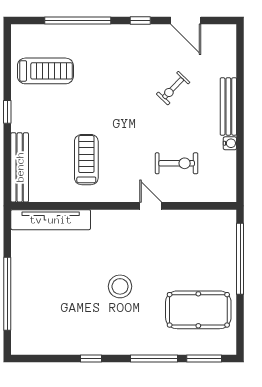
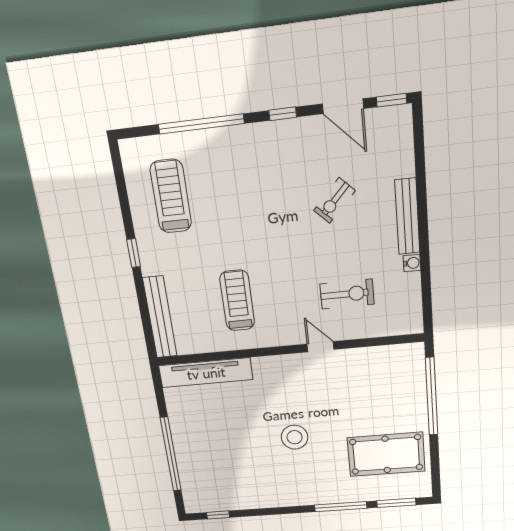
window: (222, 20) -> (392, 100), added
treadmill: (45, 71) -> (171, 196), turned -90
window: (91, 359) -> (218, 515), moved

